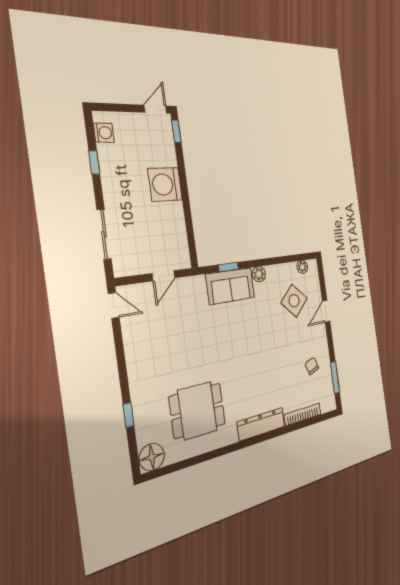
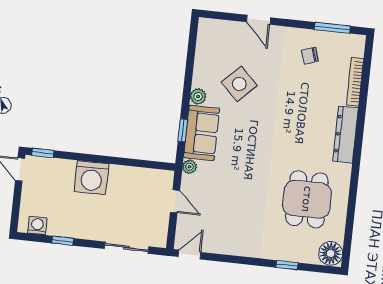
plant: (302, 267) -> (190, 167), moved
side table: (294, 301) -> (239, 84), moved

